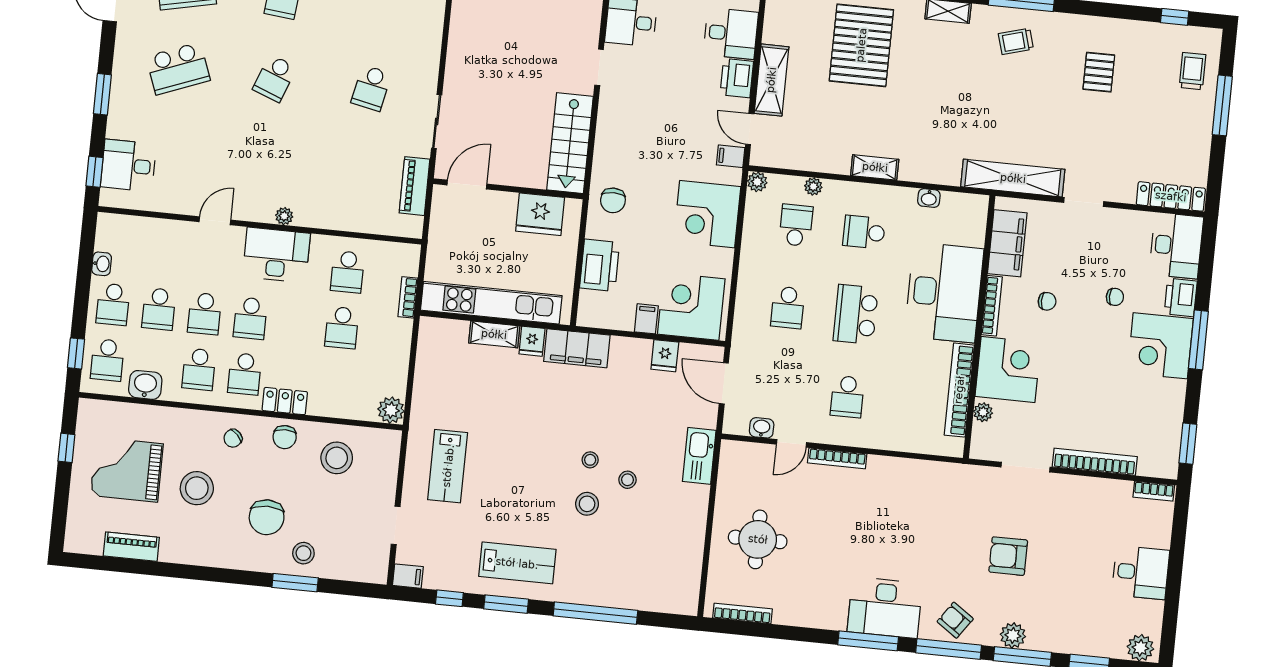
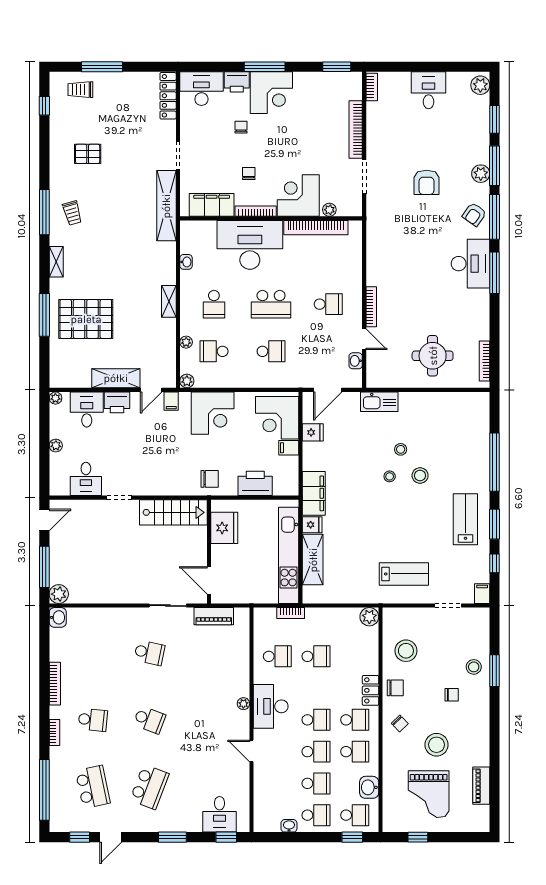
school desk: (178, 68) -> (149, 787), turned 42
shelving: (494, 334) -> (313, 560), width x1.50, depth x1.33
chair: (267, 517) -> (452, 695), width x0.54, depth x0.54

